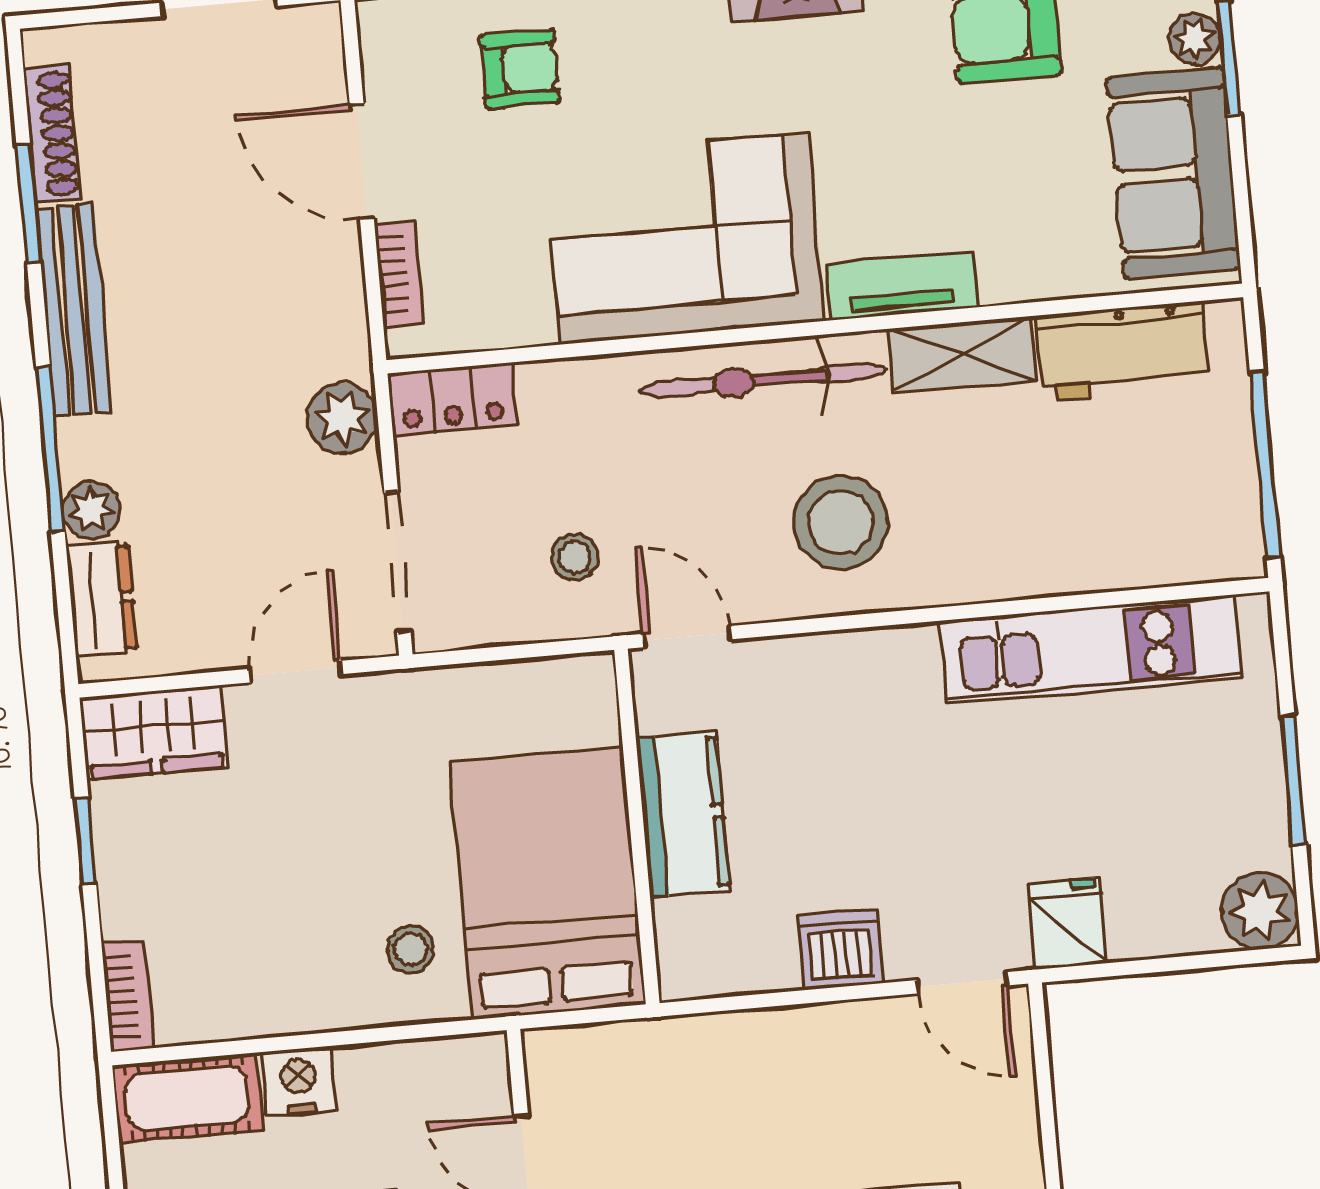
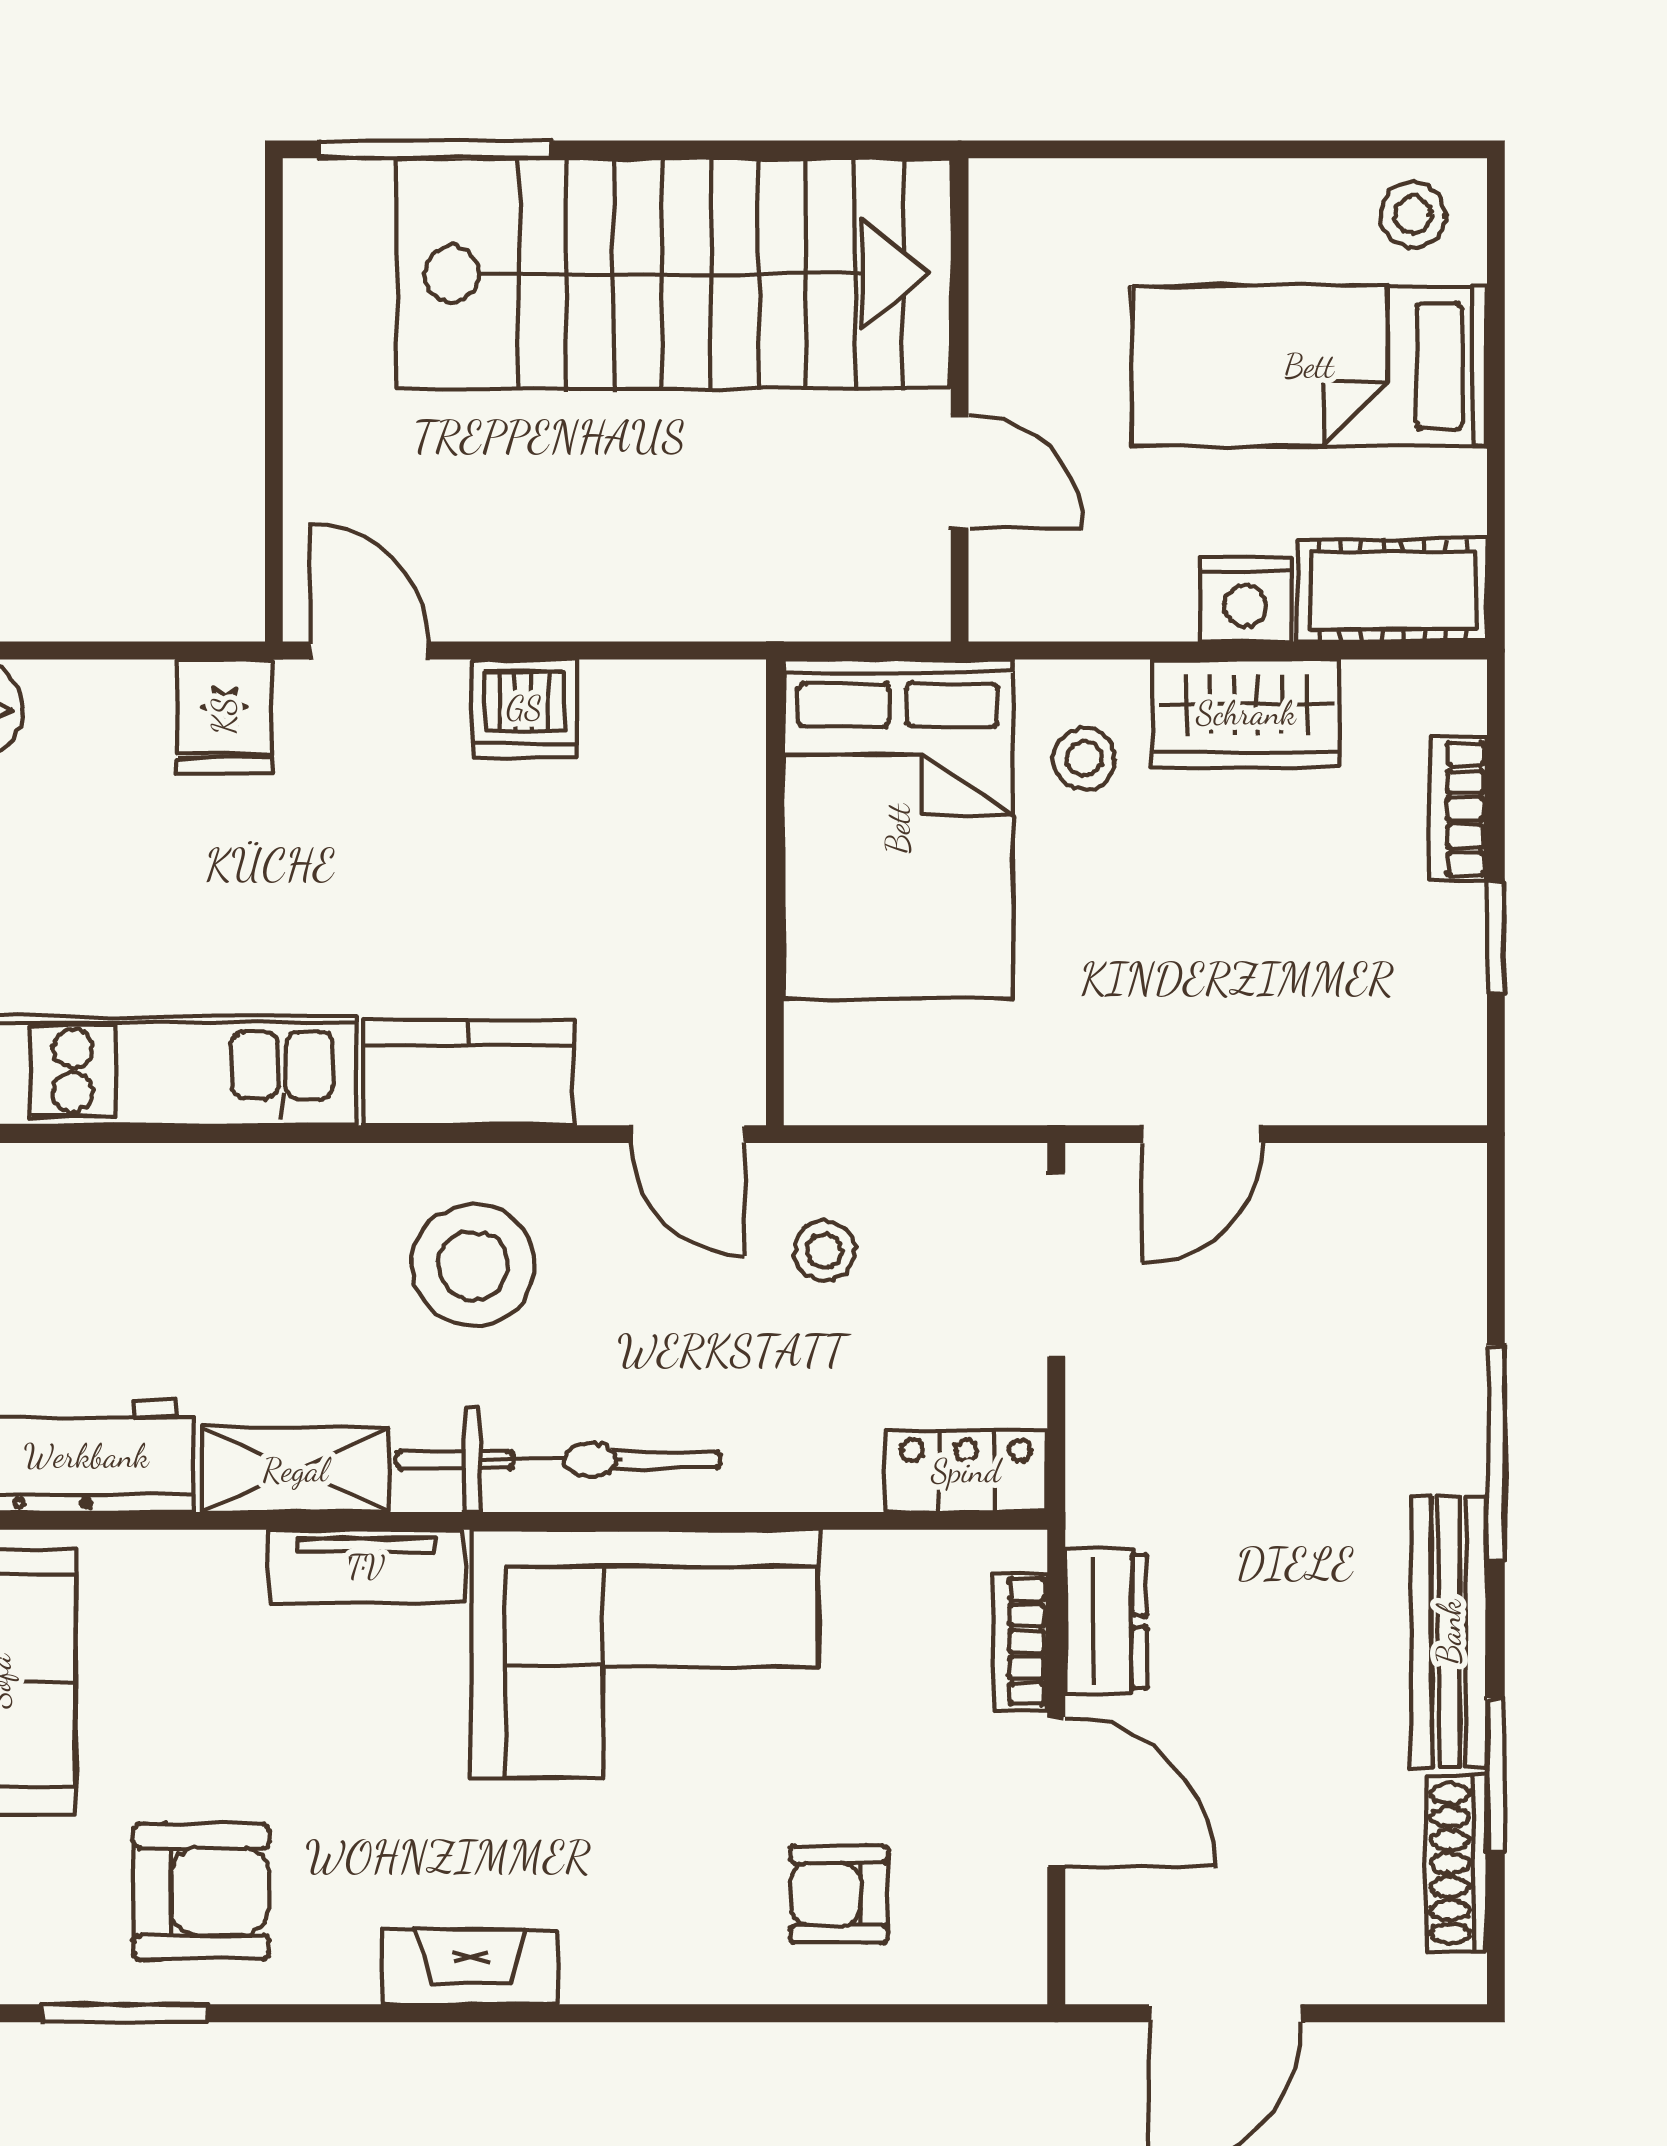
plant: (342, 418) -> (1111, 1460), removed
plant: (91, 510) -> (1450, 1369), removed
dresser: (102, 599) -> (1106, 1621), moved, turned 180
wardrobe: (154, 732) -> (1246, 713), moved, turned 180
kitchen counter: (683, 814) -> (468, 1073), moved, turned 90
bookcase: (128, 996) -> (1459, 809), moved

